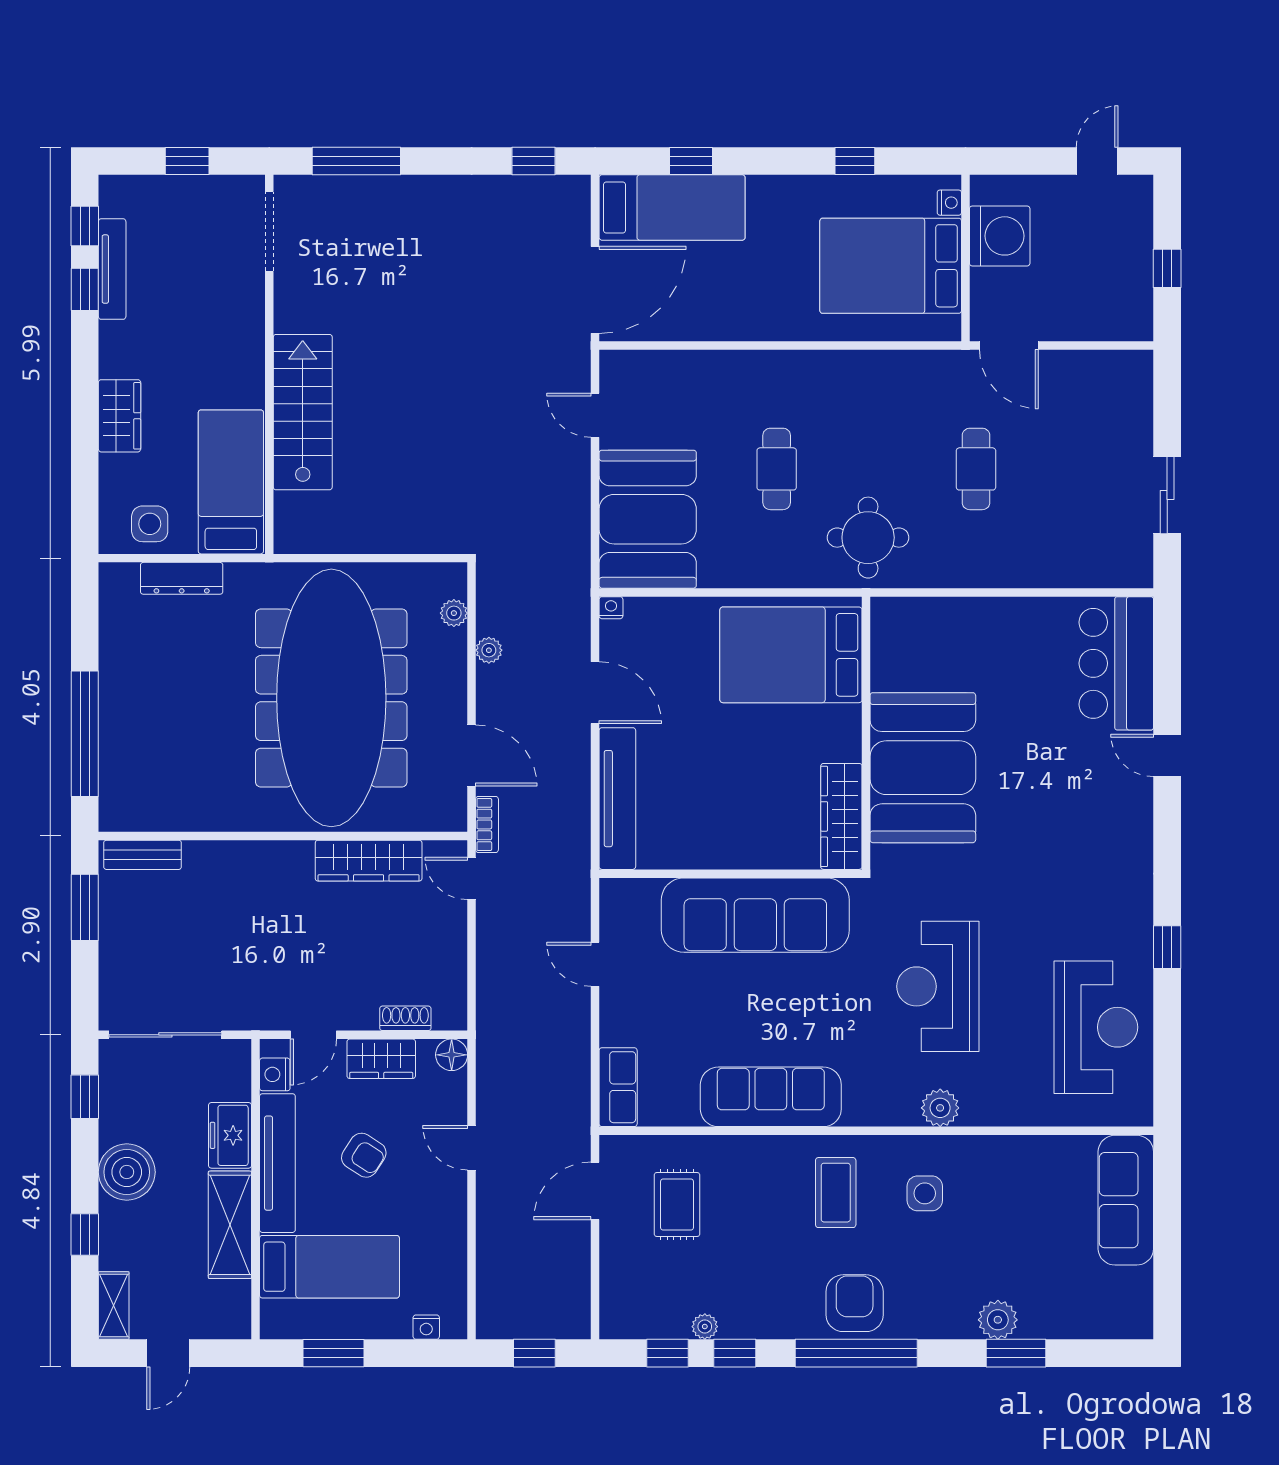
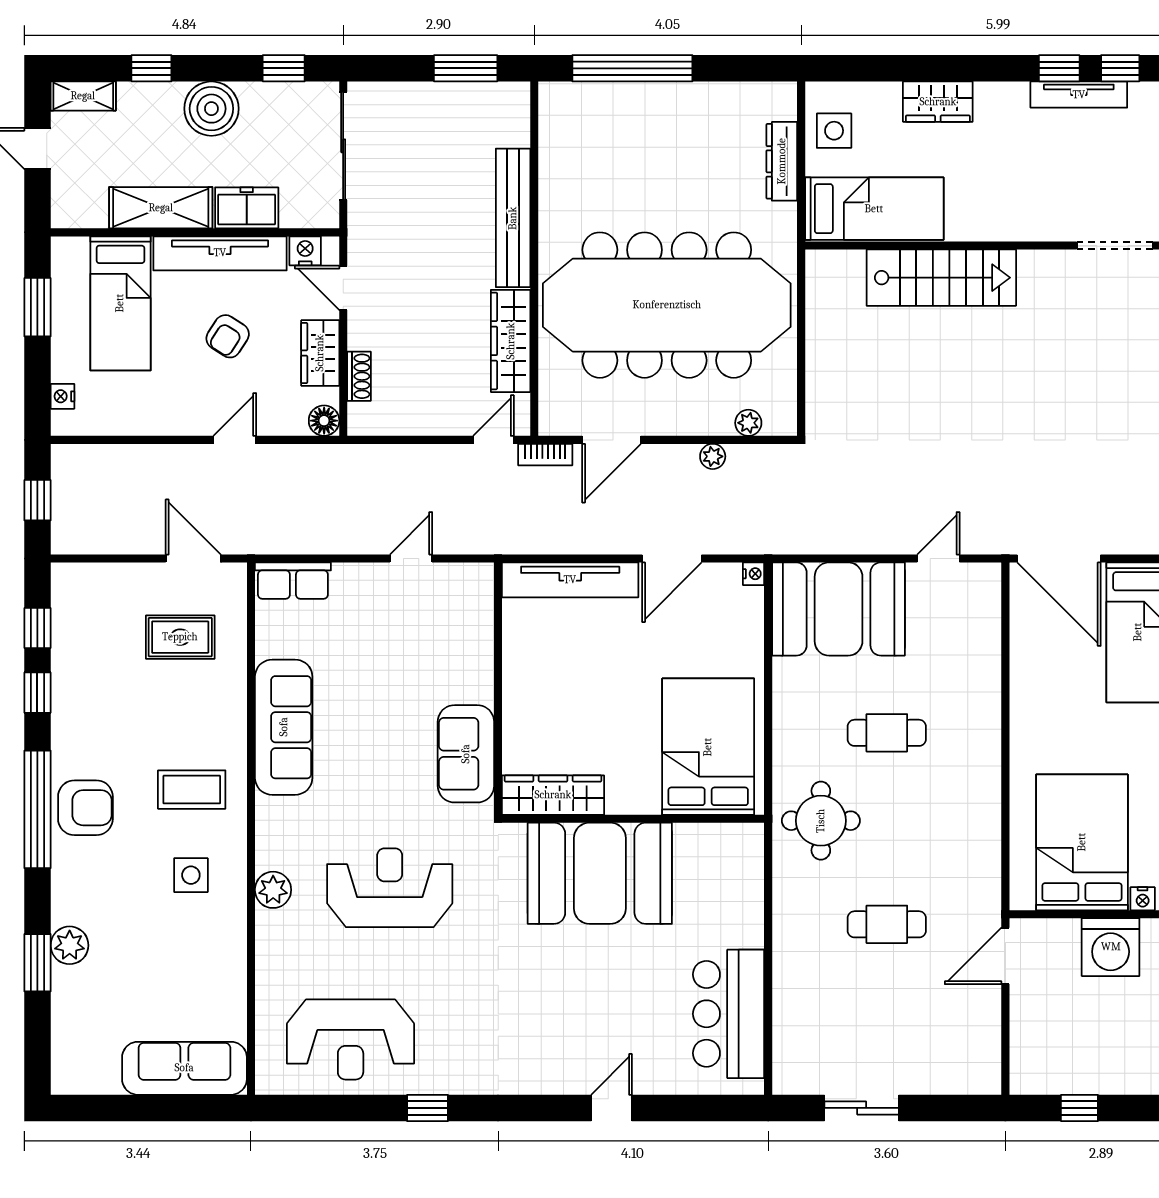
bar counter: (1116, 663) -> (729, 1014), moved, turned -90
bench: (143, 855) -> (513, 218), moved, width x1.86, depth x1.21
sofa: (755, 915) -> (466, 754), width x0.54, depth x0.79
plant: (705, 1327) -> (63, 664), removed

